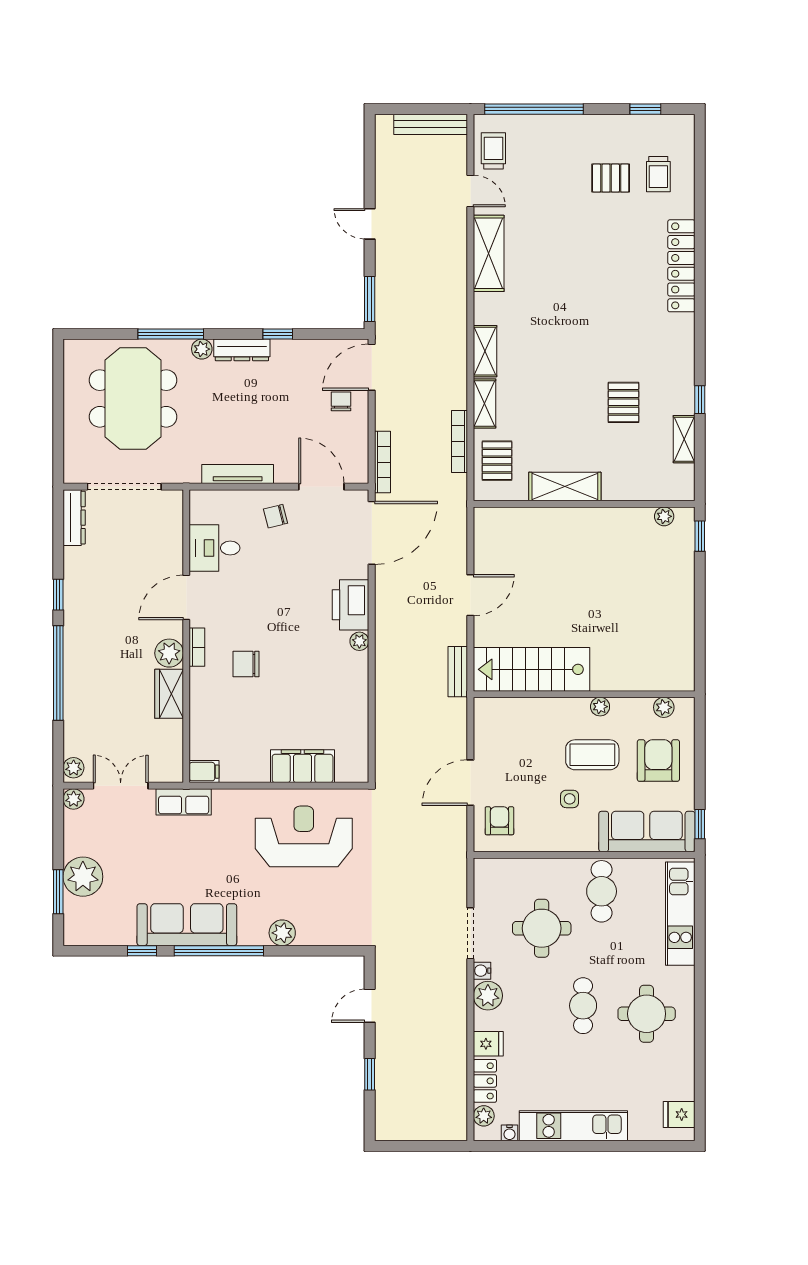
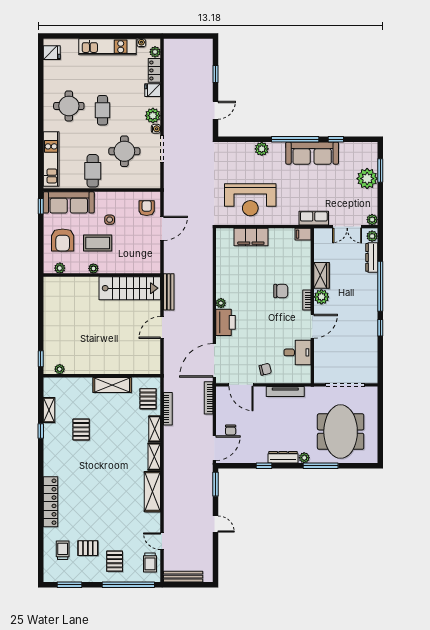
window: (645, 109) -> (69, 585), width x1.50
pallet: (560, 154) -> (115, 561), added
shelving: (489, 253) -> (152, 492), moved
dresser: (74, 518) -> (372, 257), moved
bench: (458, 672) -> (169, 292), width x1.36
armchair: (499, 821) -> (147, 208), turned 180

